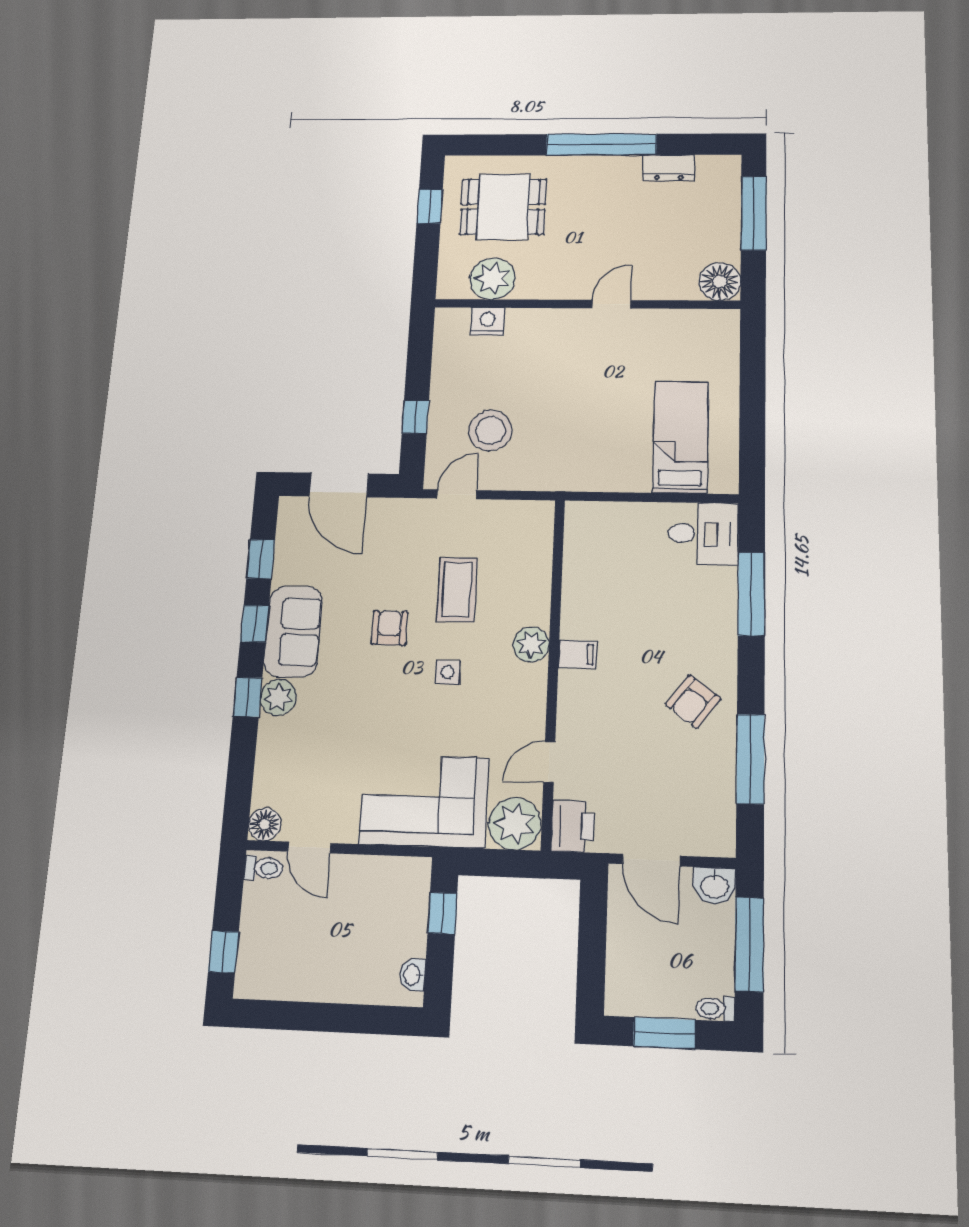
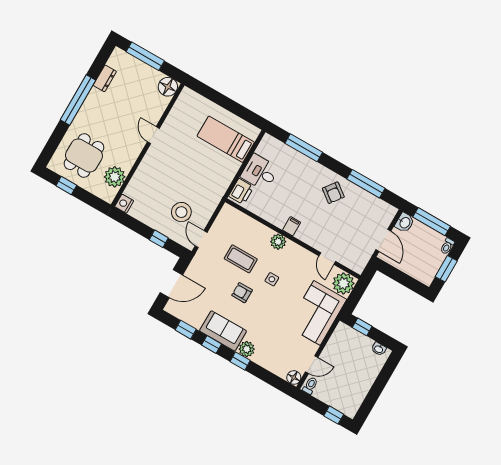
nightstand: (488, 321) -> (124, 204), moved
desk: (703, 533) -> (260, 172), moved, turned -90
printer: (573, 826) -> (241, 191), moved, turned 90
door: (651, 860) -> (383, 240), hinge flipped

